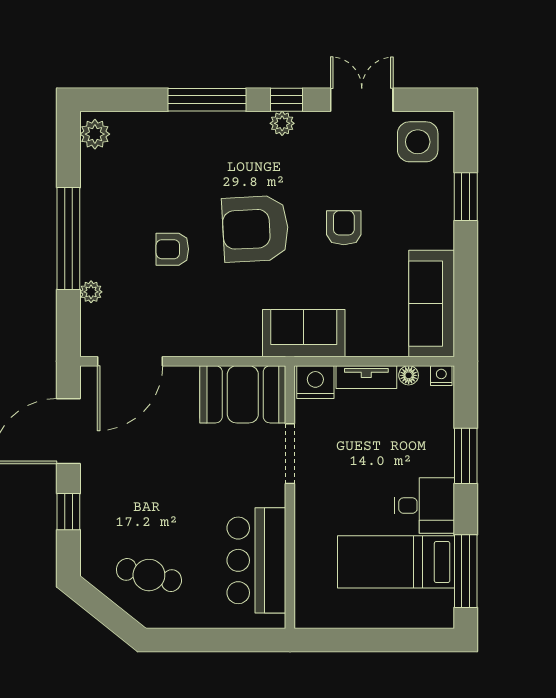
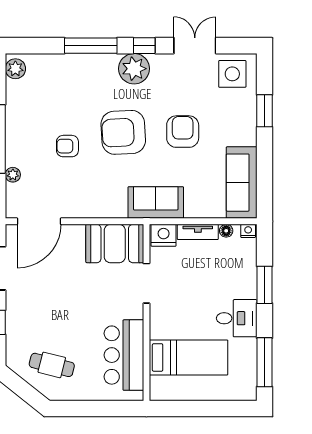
plant: (282, 123) -> (134, 69), width x1.87, depth x1.87
armchair: (344, 228) -> (183, 132), width x1.38, depth x1.38
bed: (396, 562) -> (189, 357), moved, turned 180

